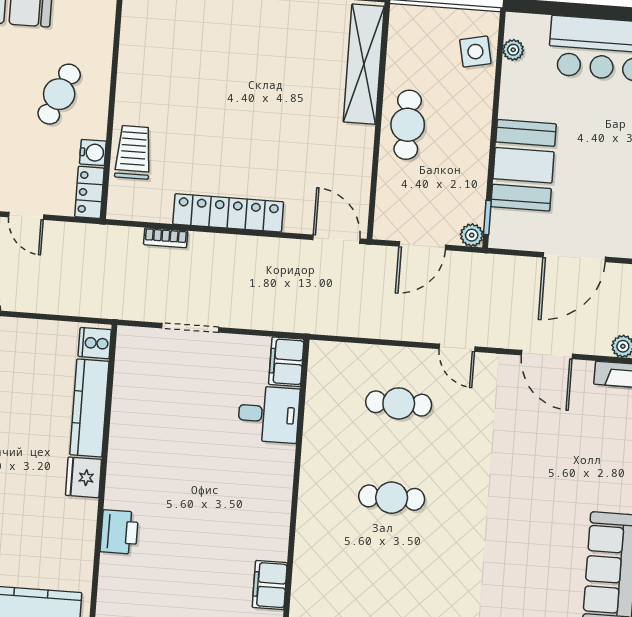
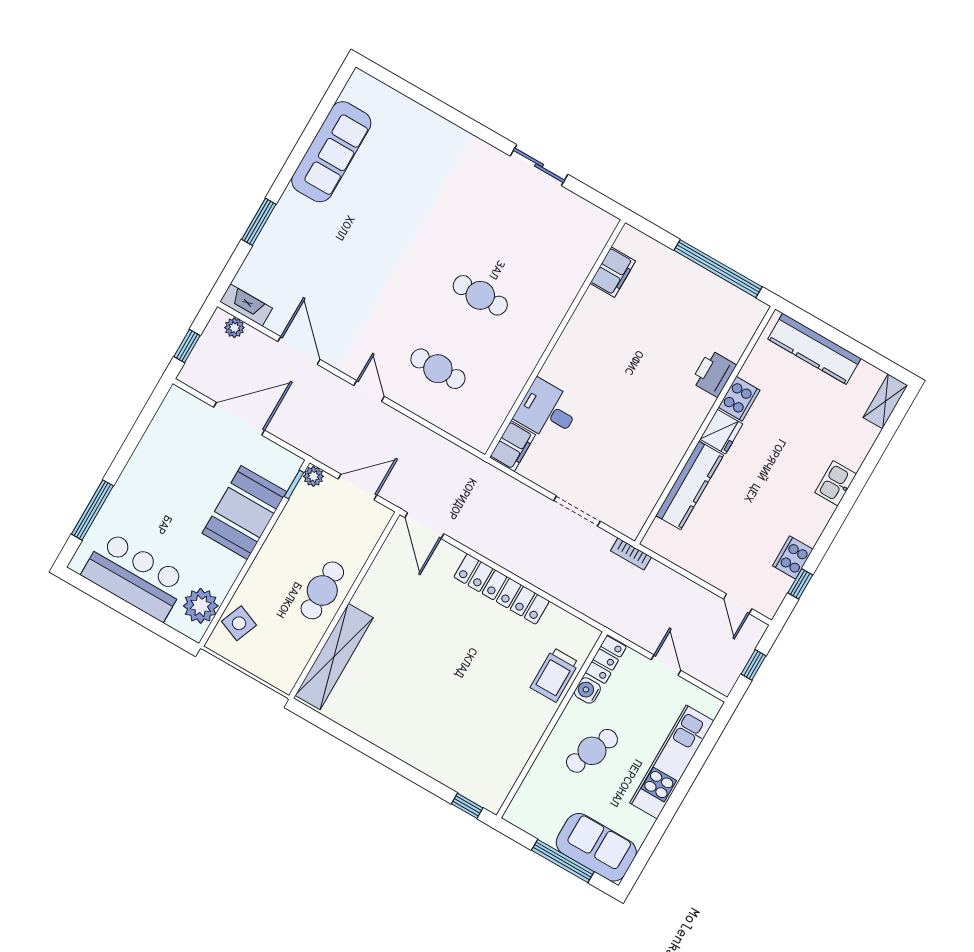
plant: (513, 50) -> (201, 606), width x1.87, depth x1.87
side table: (475, 52) -> (239, 623), turned 34
bookcase: (166, 238) -> (631, 554), moved, turned 180
cooker: (95, 343) -> (739, 399), moved, width x1.36

